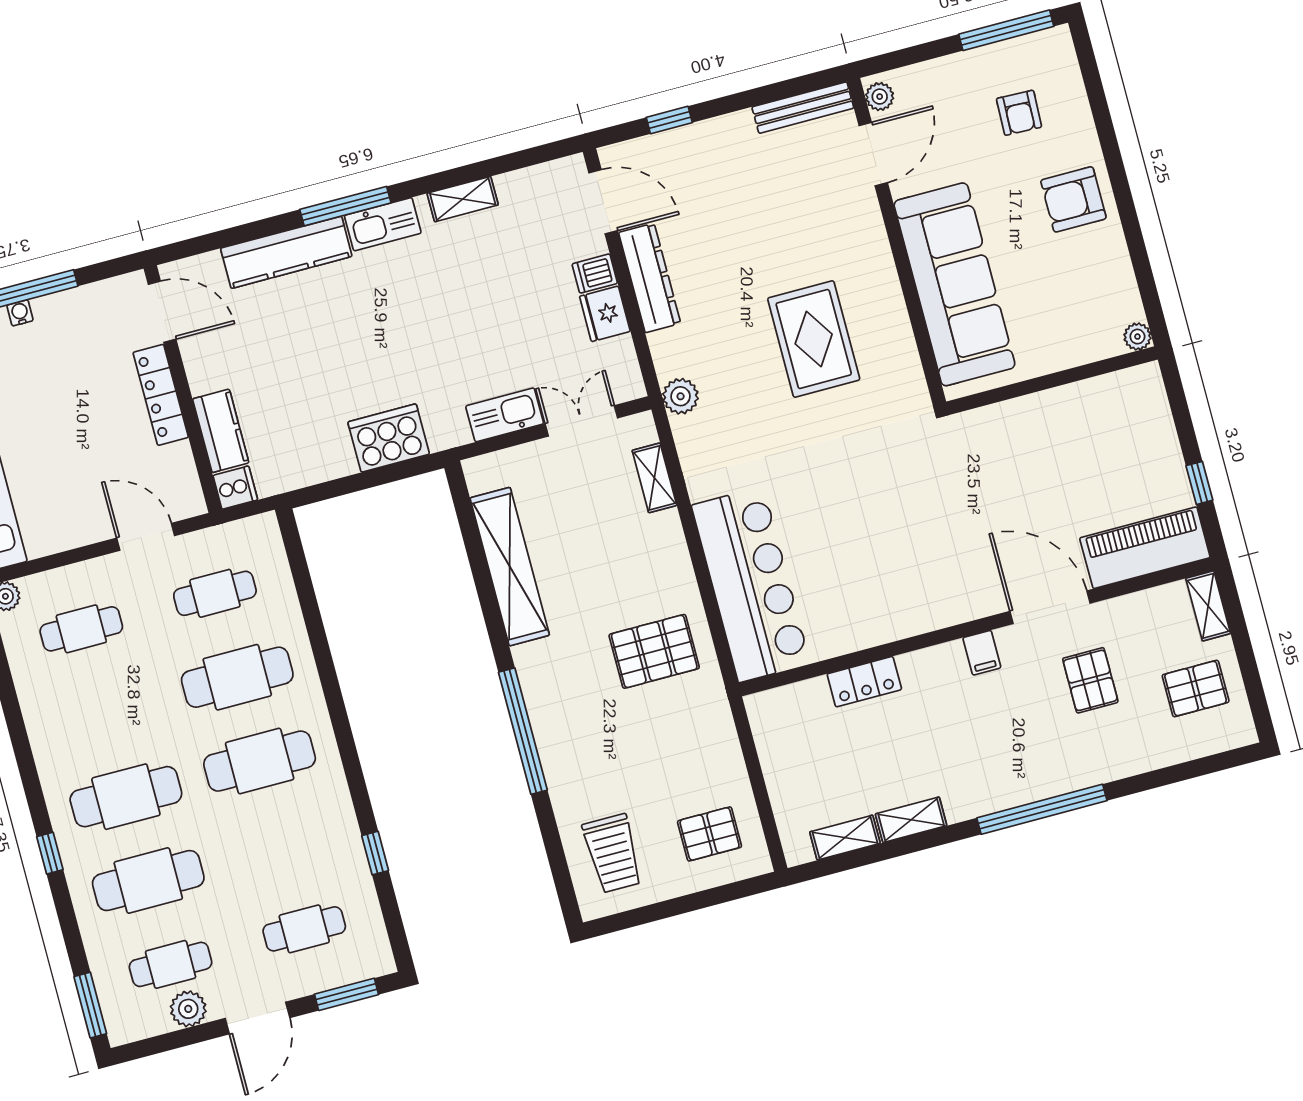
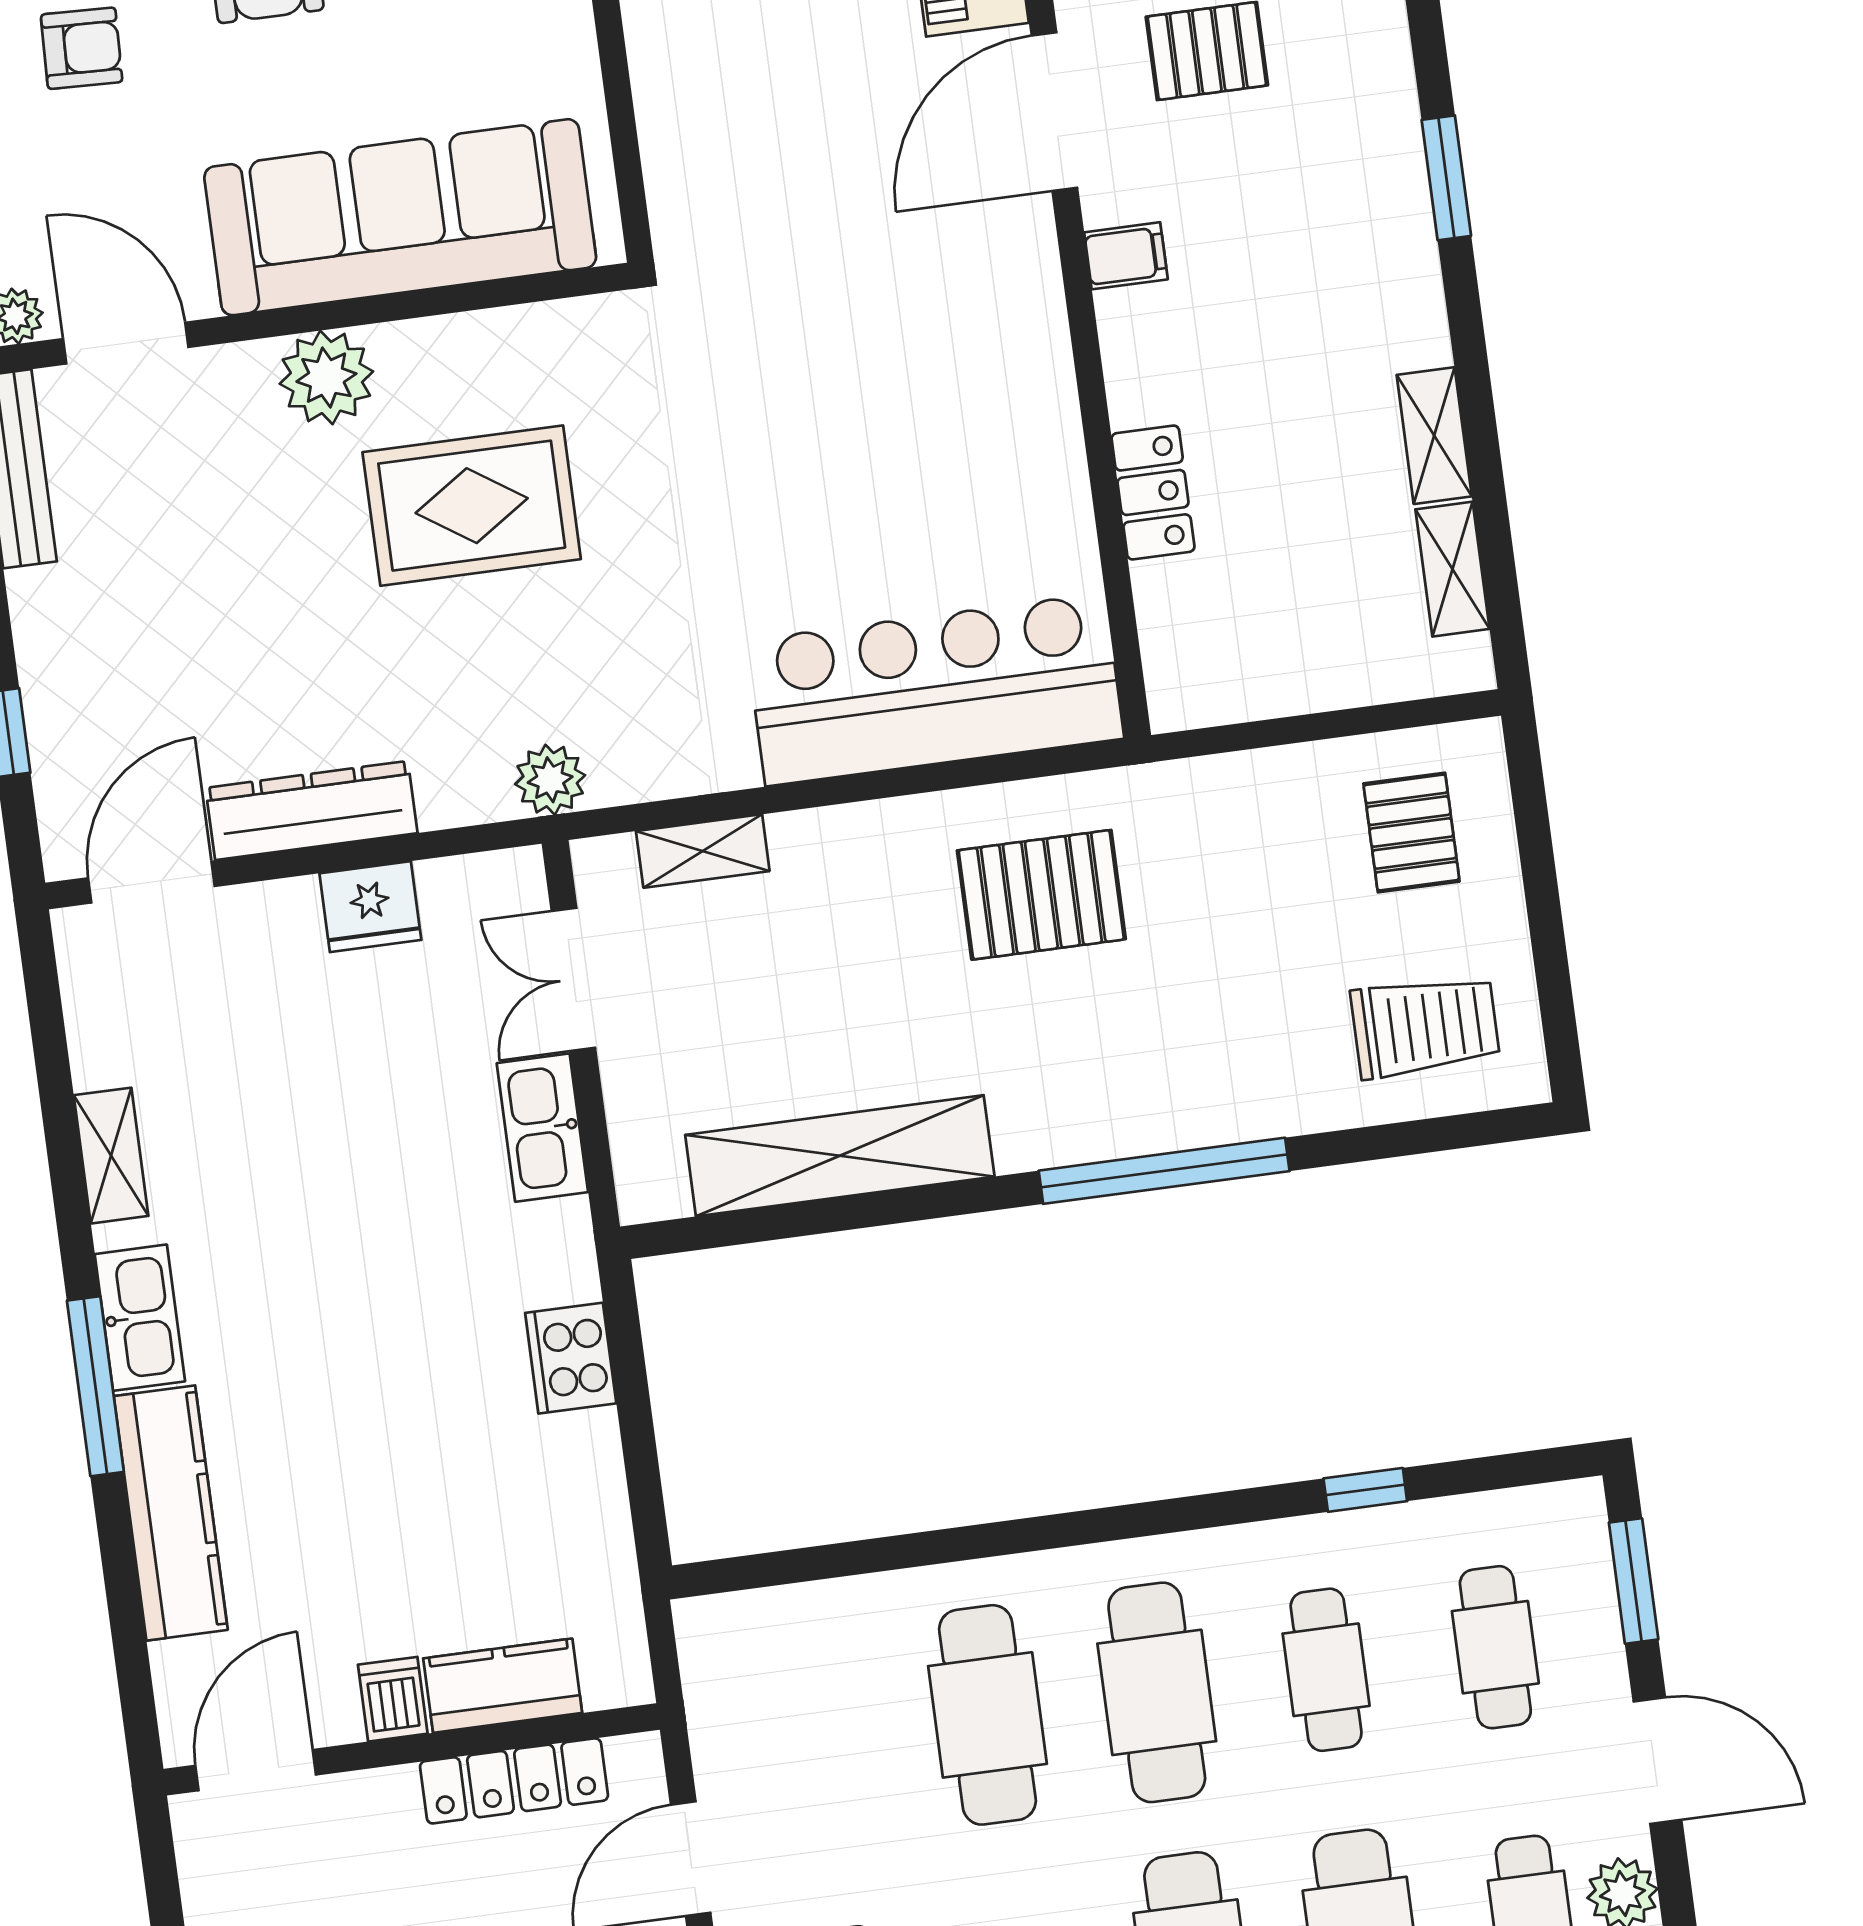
plant: (869, 257) -> (326, 378), added
dishwasher: (595, 274) -> (393, 1699), moved, turned 180
locker: (161, 395) -> (514, 1781), moved
cooker: (389, 438) -> (571, 1358), width x0.73, depth x0.76
cooker: (235, 488) -> (617, 1671), removed
cafe table: (215, 593) -> (1326, 1670), moved
pallet: (654, 651) -> (1041, 895), turned 90
window: (1042, 809) -> (1446, 178), width x0.47

